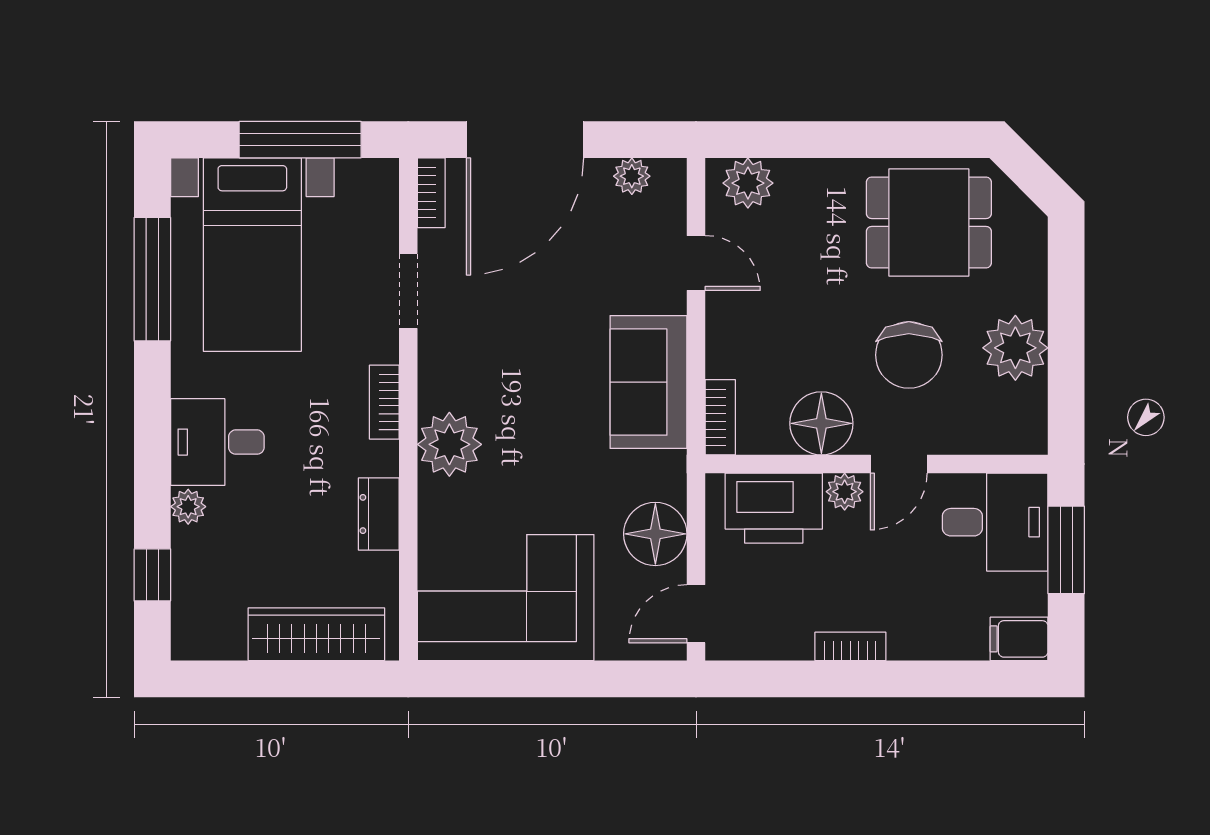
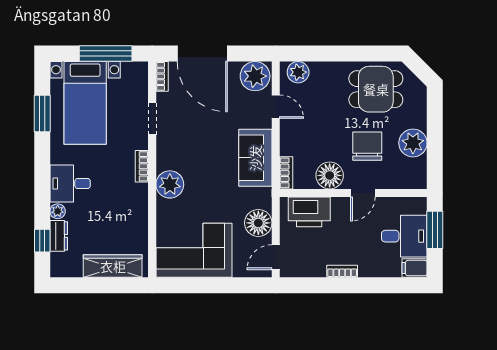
door: (525, 140) -> (202, 54), hinge flipped
plant: (632, 176) -> (255, 76), width x1.88, depth x1.88
window: (152, 279) -> (42, 114), width x0.69
chair: (909, 355) -> (367, 146), turned 180
plant: (845, 492) -> (340, 205), removed
dresser: (379, 514) -> (59, 236), moved, turned 180
desk: (995, 522) -> (404, 236), moved

